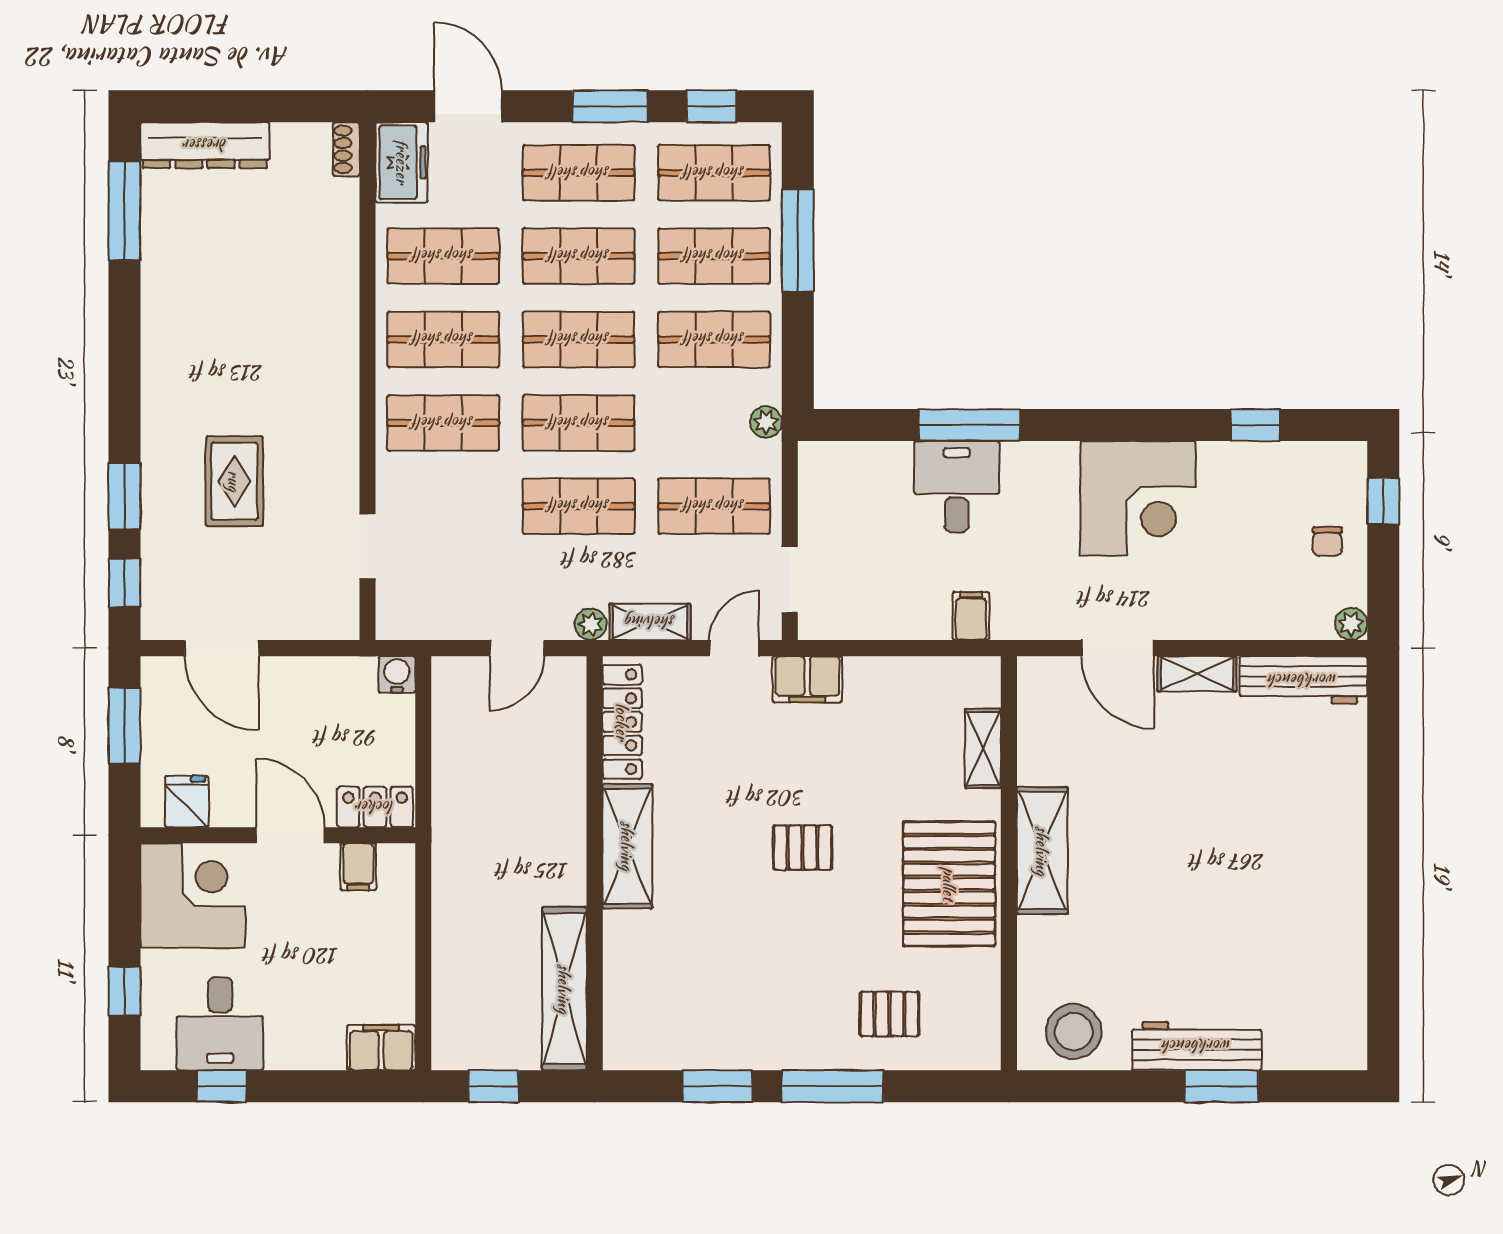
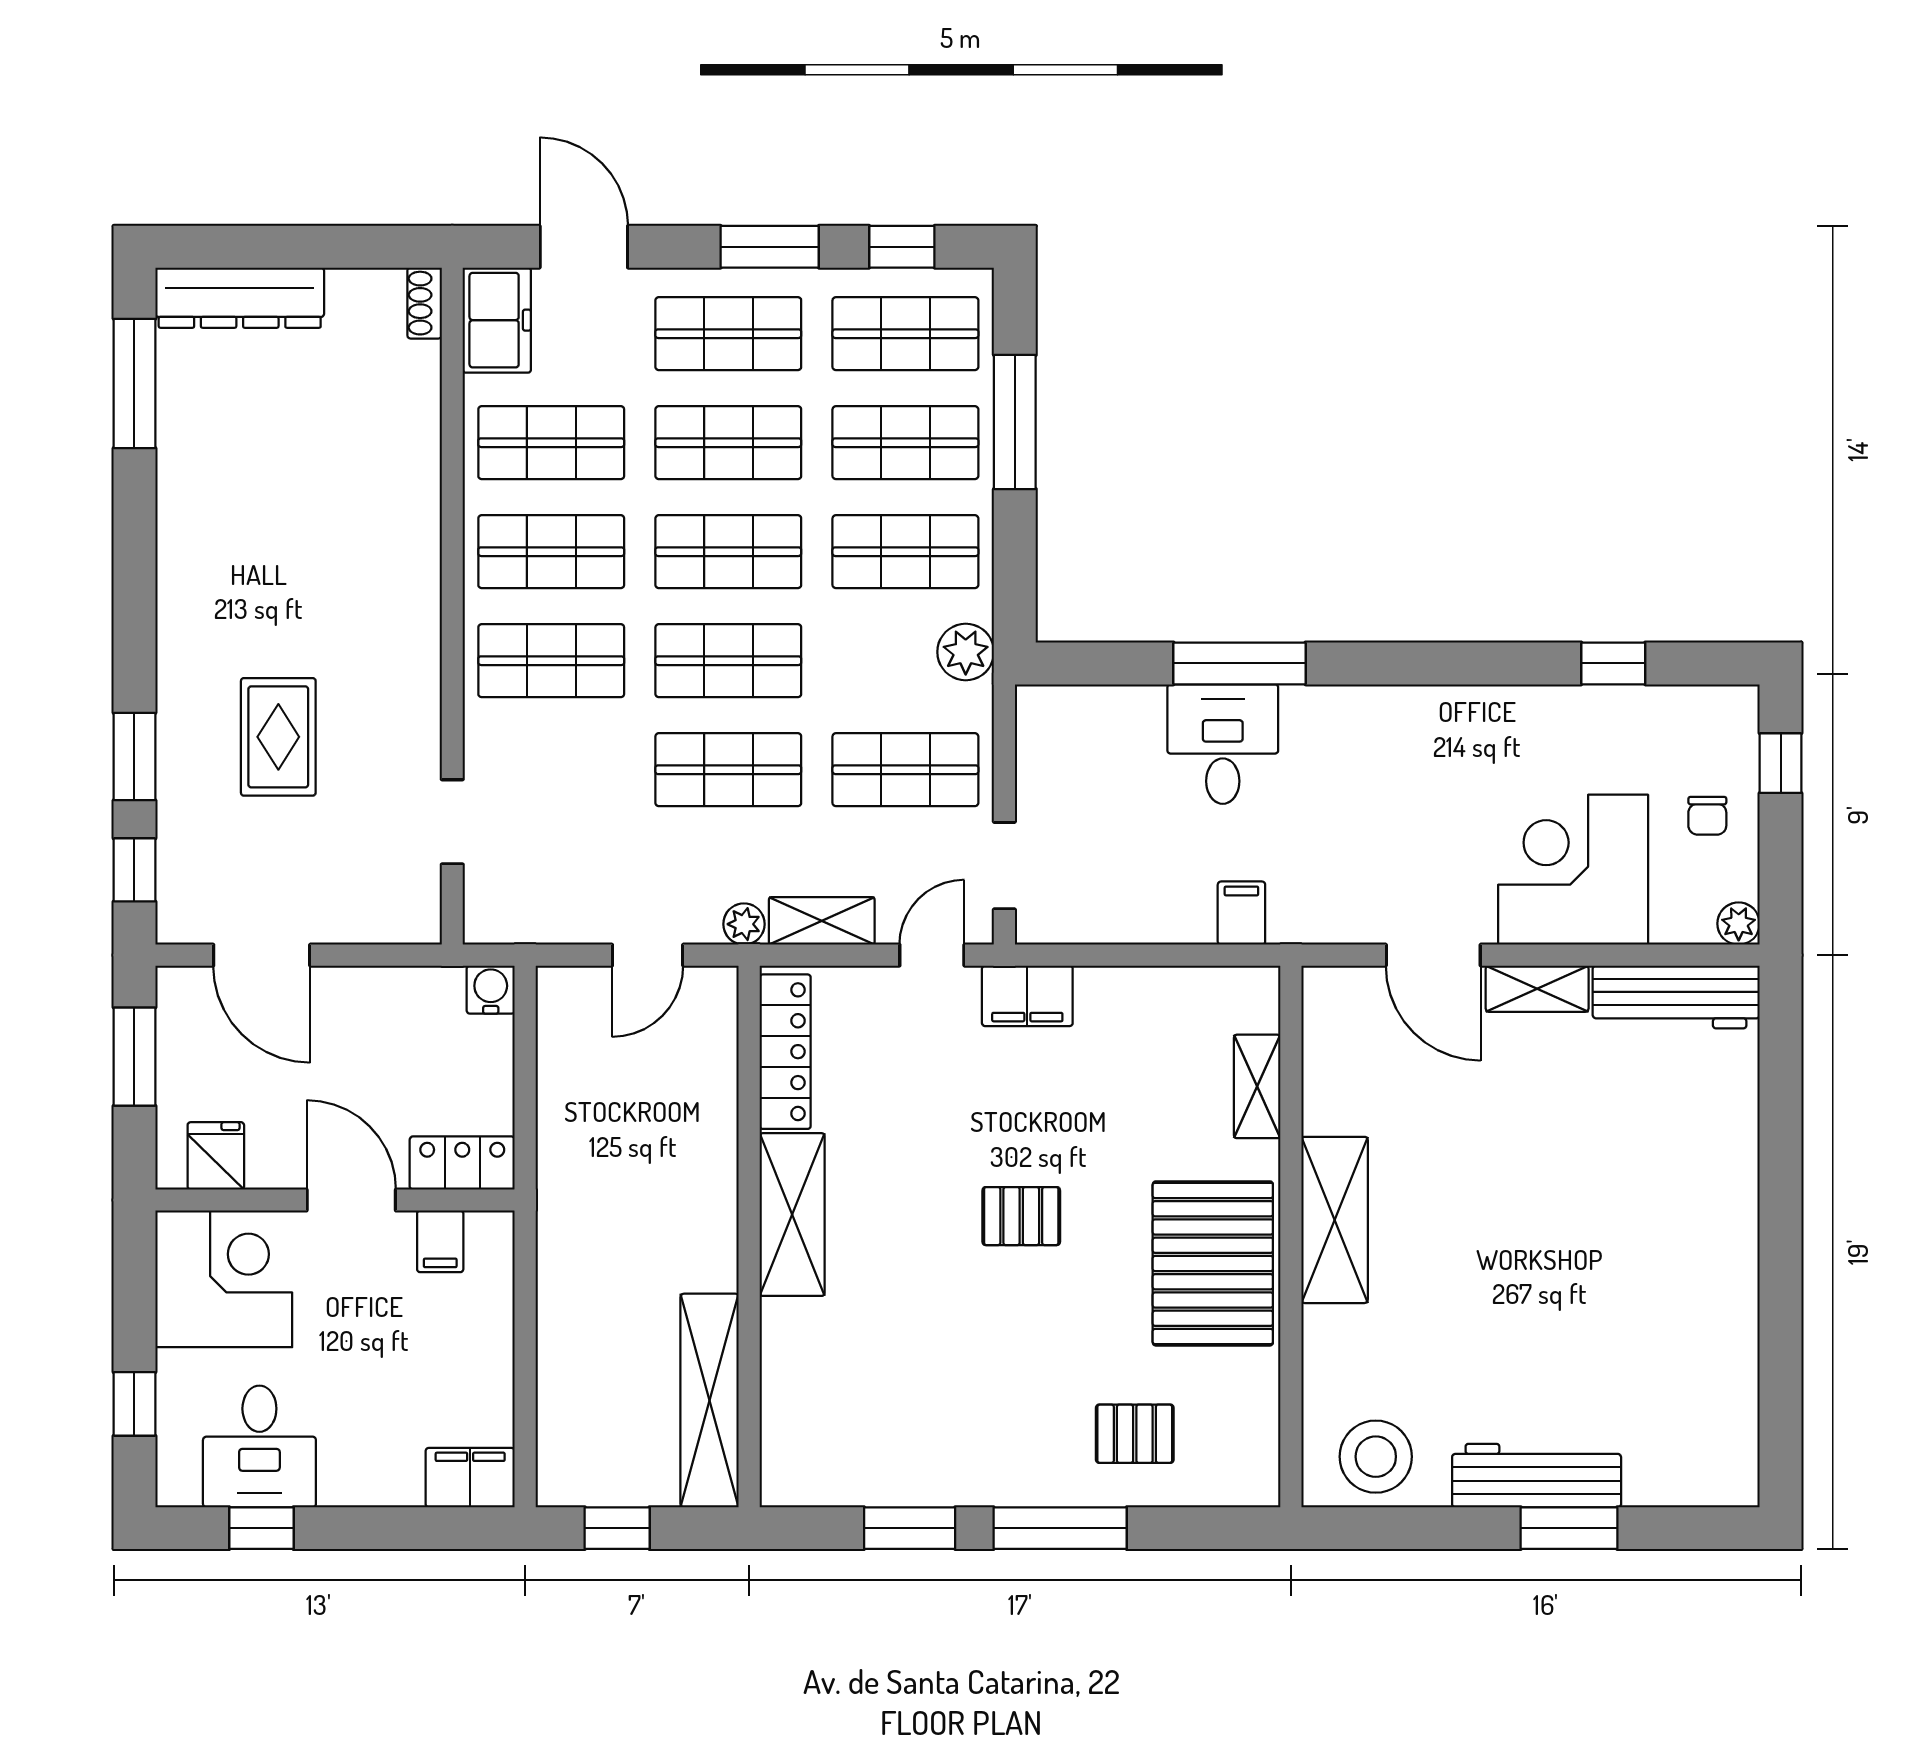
plant: (766, 422) -> (966, 652), width x1.38, depth x1.38
corner desk: (1138, 498) -> (1573, 870), moved, turned 180

